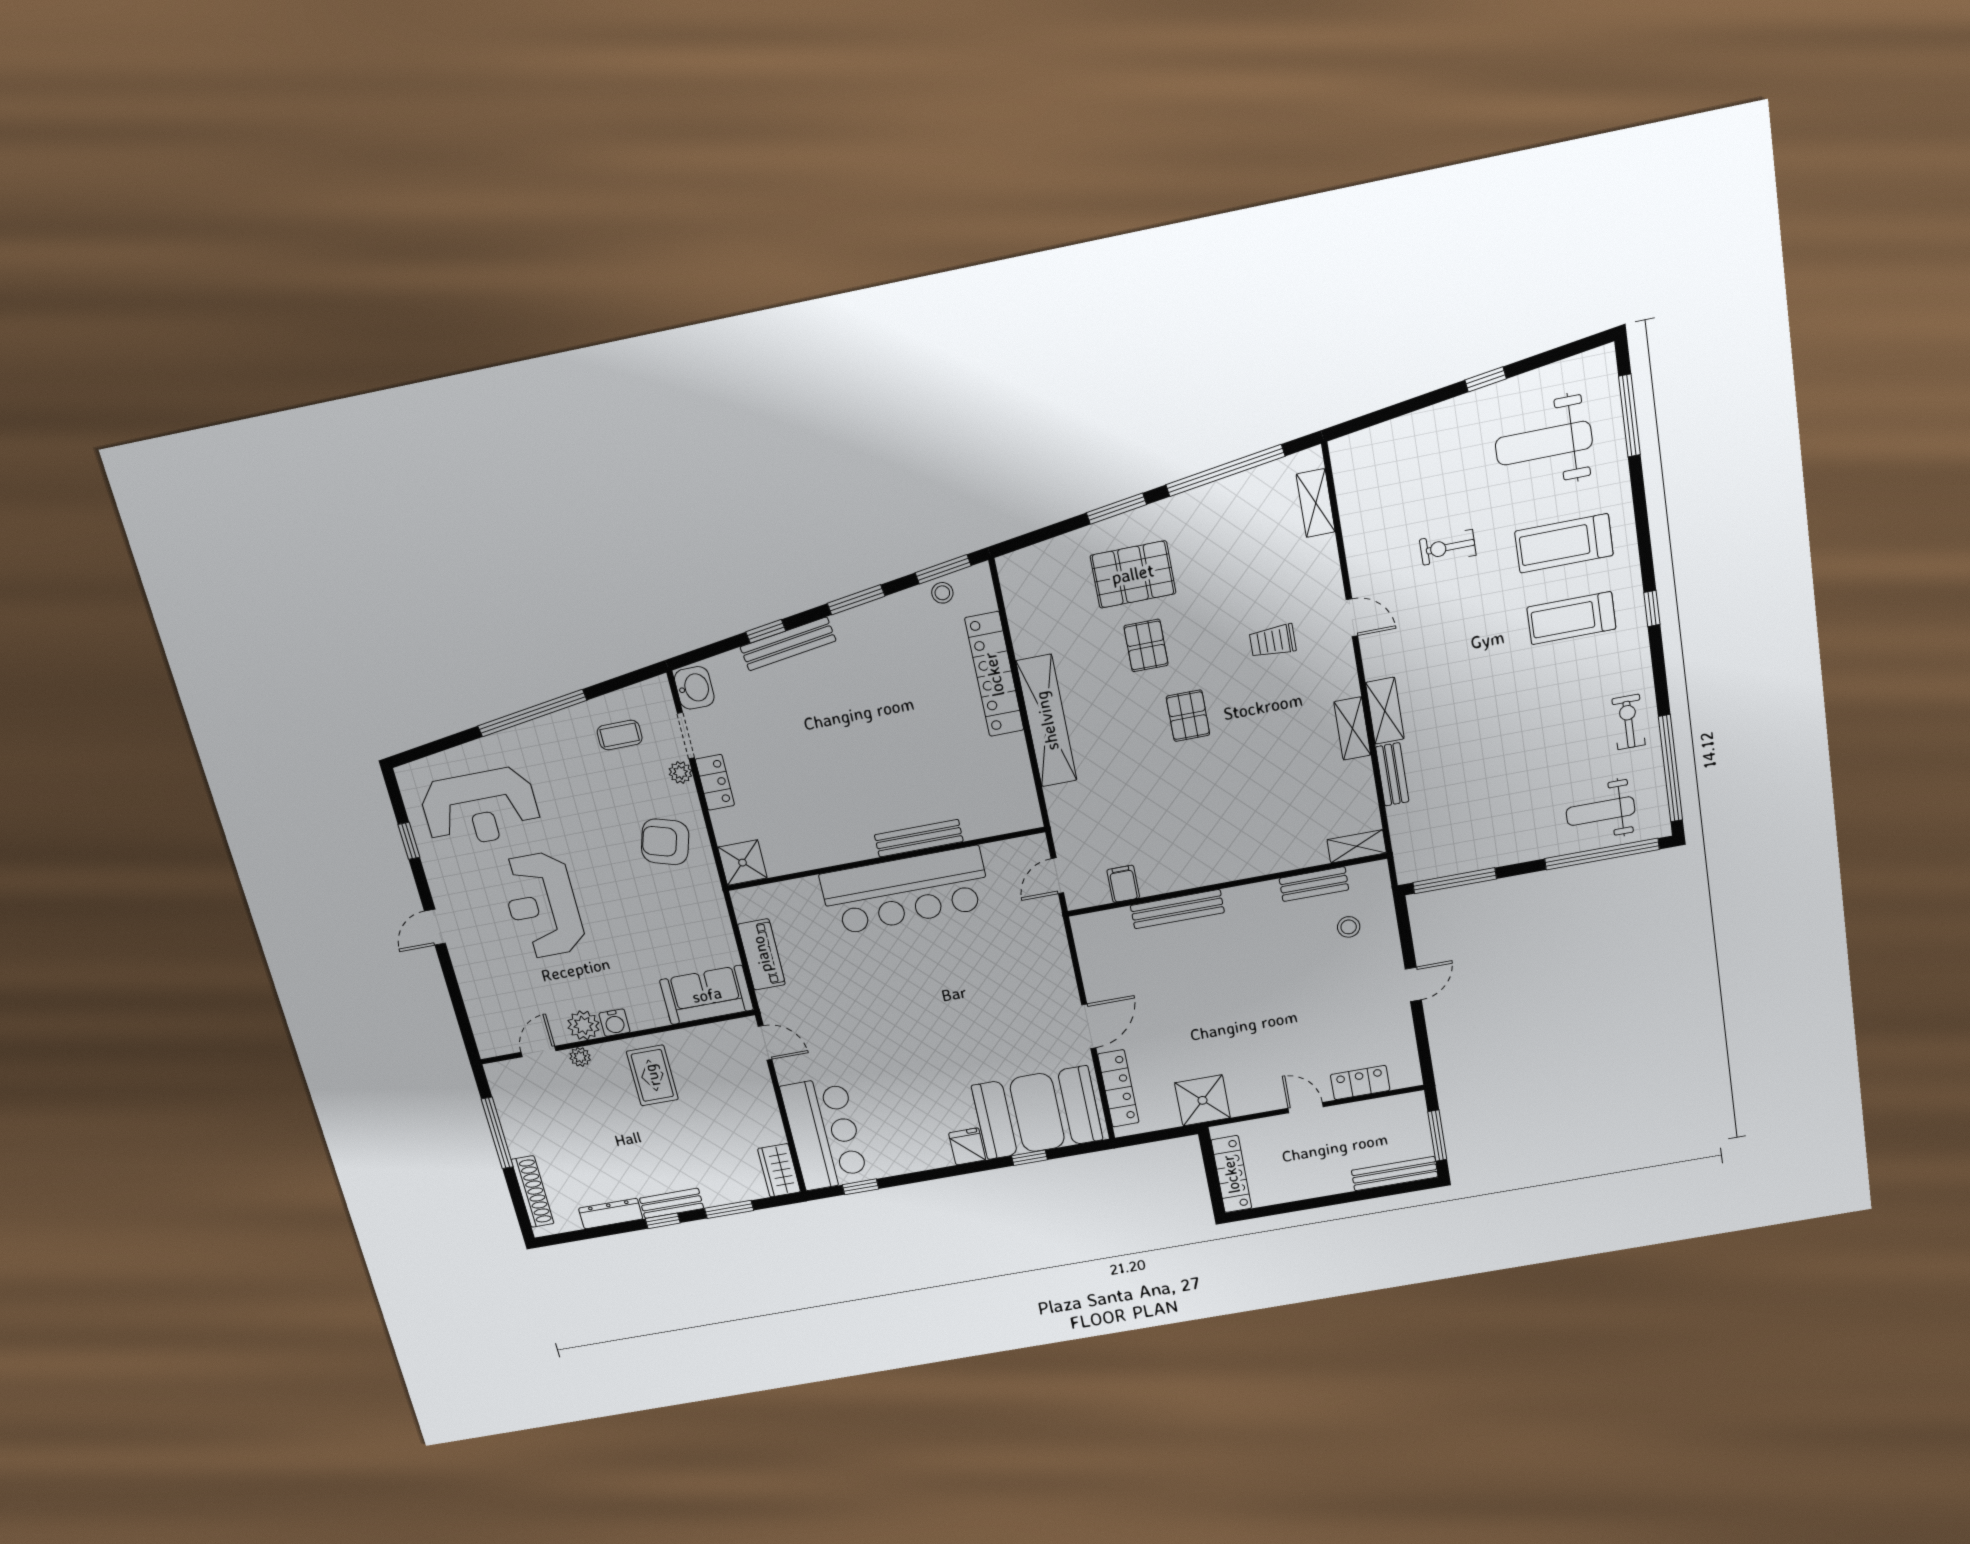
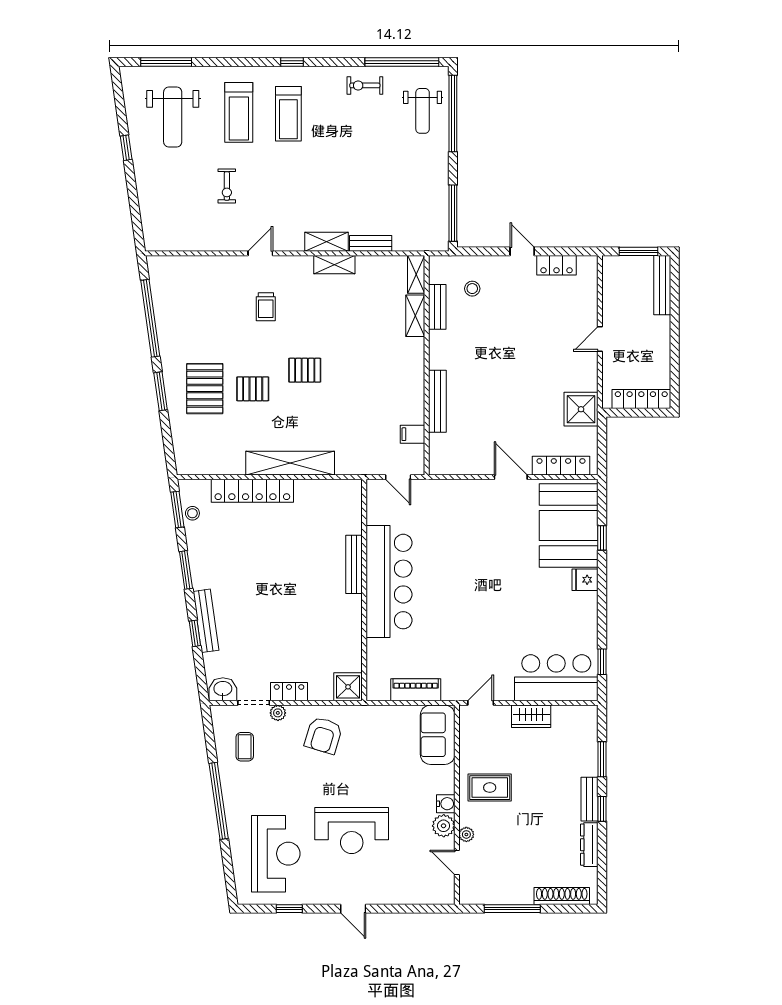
shelving: (1316, 503) -> (415, 316), moved, turned 90
locker: (1360, 1082) -> (556, 265), moved, turned -90
wardrobe: (779, 1170) -> (531, 716), moved

